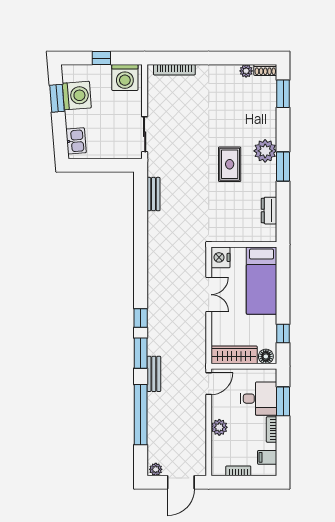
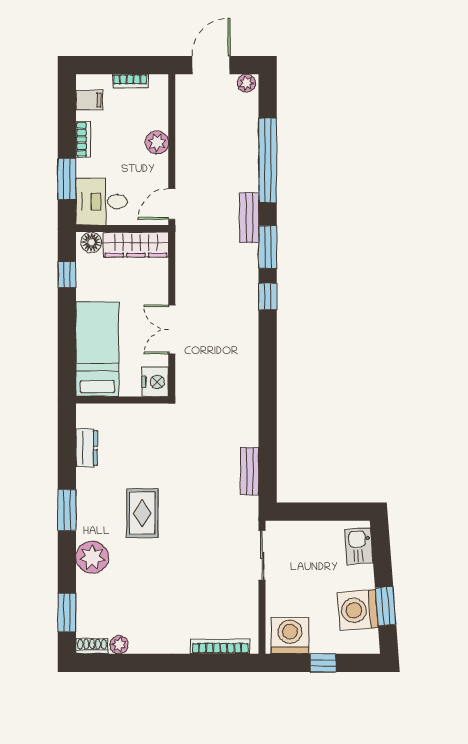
plant: (265, 151) -> (92, 557), moved
desk: (259, 399) -> (101, 202), moved

